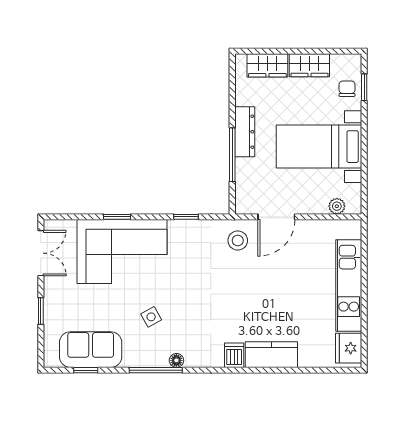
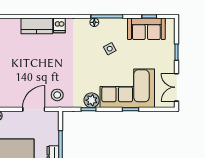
plant: (181, 232) -> (92, 100), added

